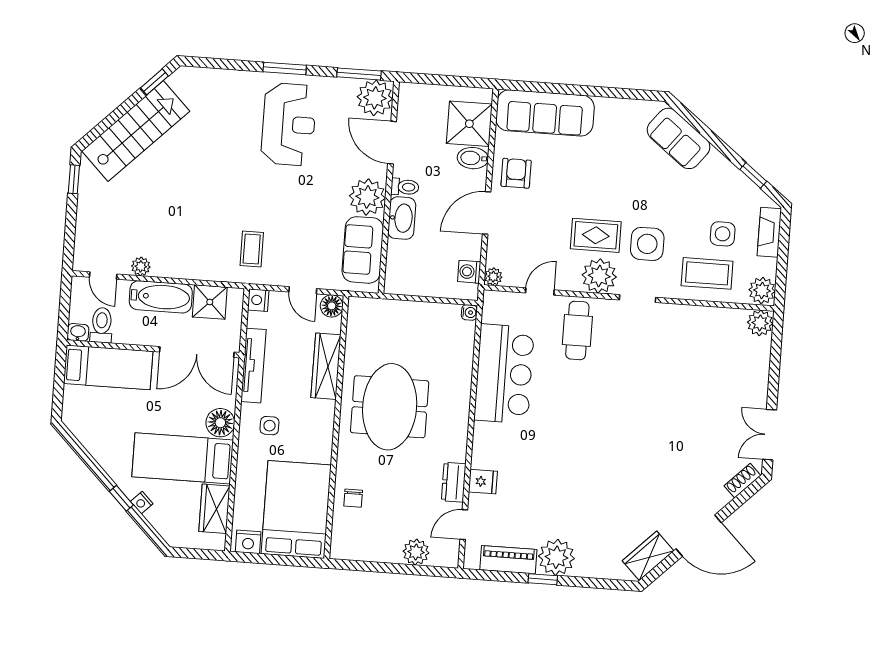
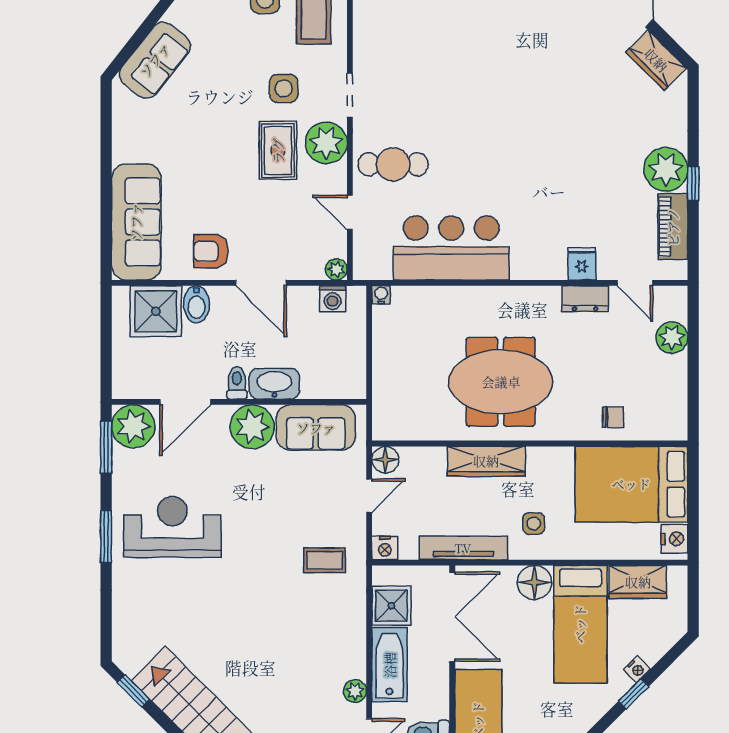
side table: (647, 244) -> (284, 88), width x0.73, depth x0.73
wardrobe: (326, 366) -> (486, 461), moved

